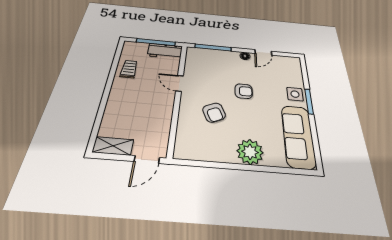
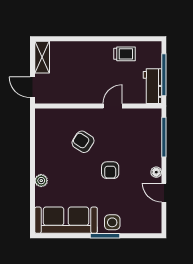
armchair: (214, 113) -> (83, 142), turned 57
plant: (250, 152) -> (41, 181), width x0.53, depth x0.53

